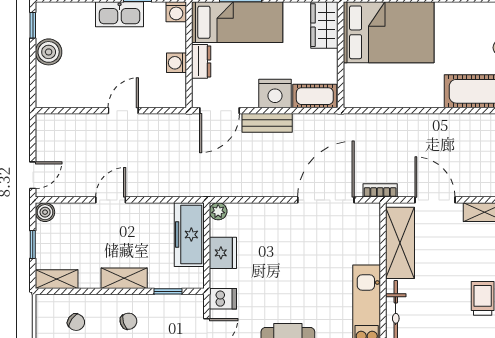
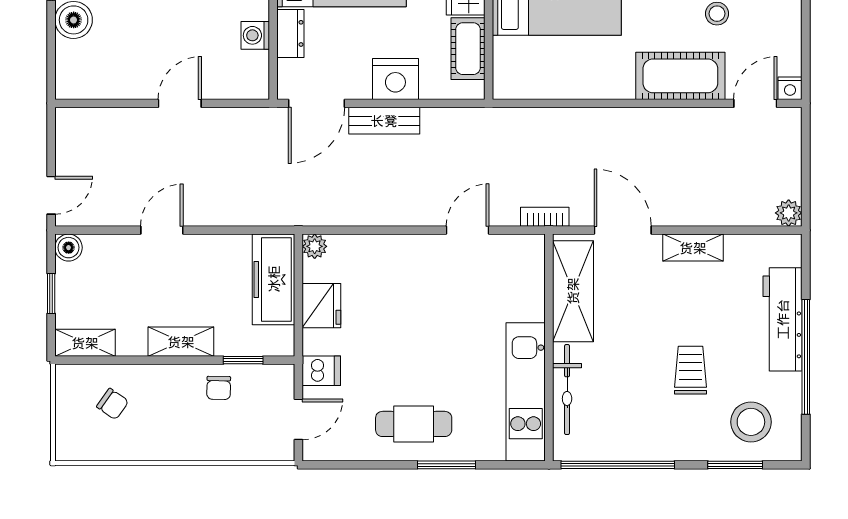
cot: (315, 96) -> (468, 49), moved, turned 90
door: (326, 200) -> (468, 230), width x0.53
chair: (128, 321) -> (219, 388), moved, turned 108

